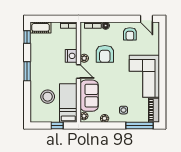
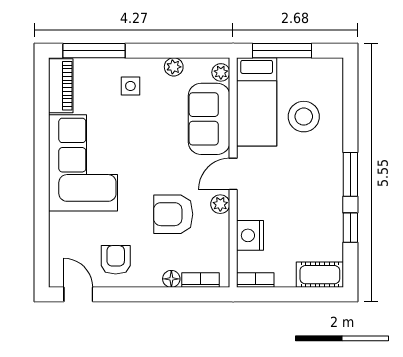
window: (27, 37) -> (350, 228), moved
armchair: (105, 54) -> (173, 214), turned -90
nightstand: (71, 56) -> (250, 235), moved
door: (79, 72) -> (233, 174), hinge flipped
window: (57, 126) -> (282, 51), width x2.17

